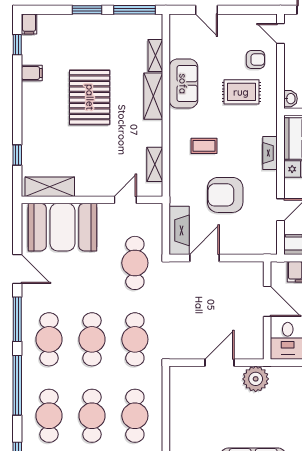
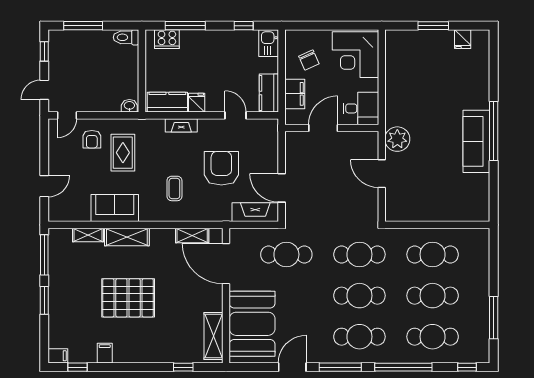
armchair: (255, 59) -> (92, 139), turned 180
armchair: (225, 195) -> (221, 168), turned 180
door: (125, 200) -> (226, 264), width x1.88

